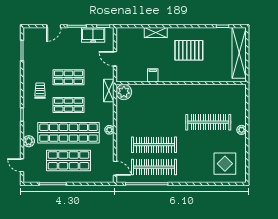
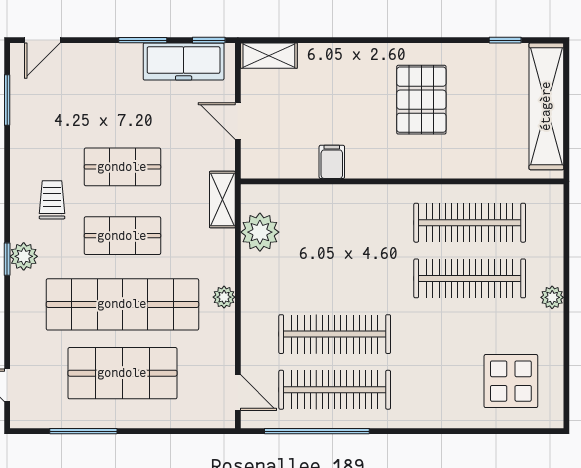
door: (54, 26) -> (42, 40), moved
shelving: (156, 33) -> (269, 56), moved
freezer: (93, 35) -> (184, 62), width x1.40
pallet: (189, 50) -> (421, 100), turned 90
plant: (124, 92) -> (260, 232), moved
clothes rail: (208, 100) -> (470, 223), added
plant: (29, 141) -> (24, 256), moved

